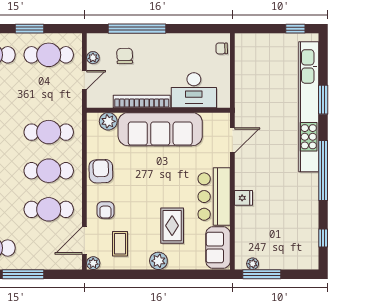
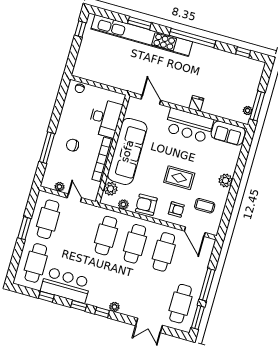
window: (137, 29) -> (47, 148), width x0.68
chair: (125, 56) -> (73, 145), moved
rug: (172, 226) -> (179, 178), moved
plant: (93, 263) -> (123, 204), moved

